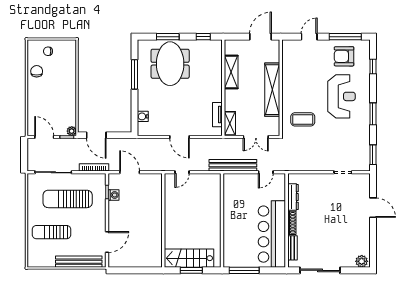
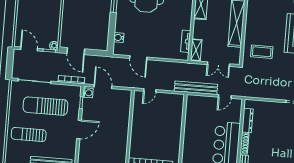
door: (179, 137) -> (138, 58), moved
washing machine: (114, 195) -> (88, 93), moved
door: (107, 242) -> (79, 129), moved

